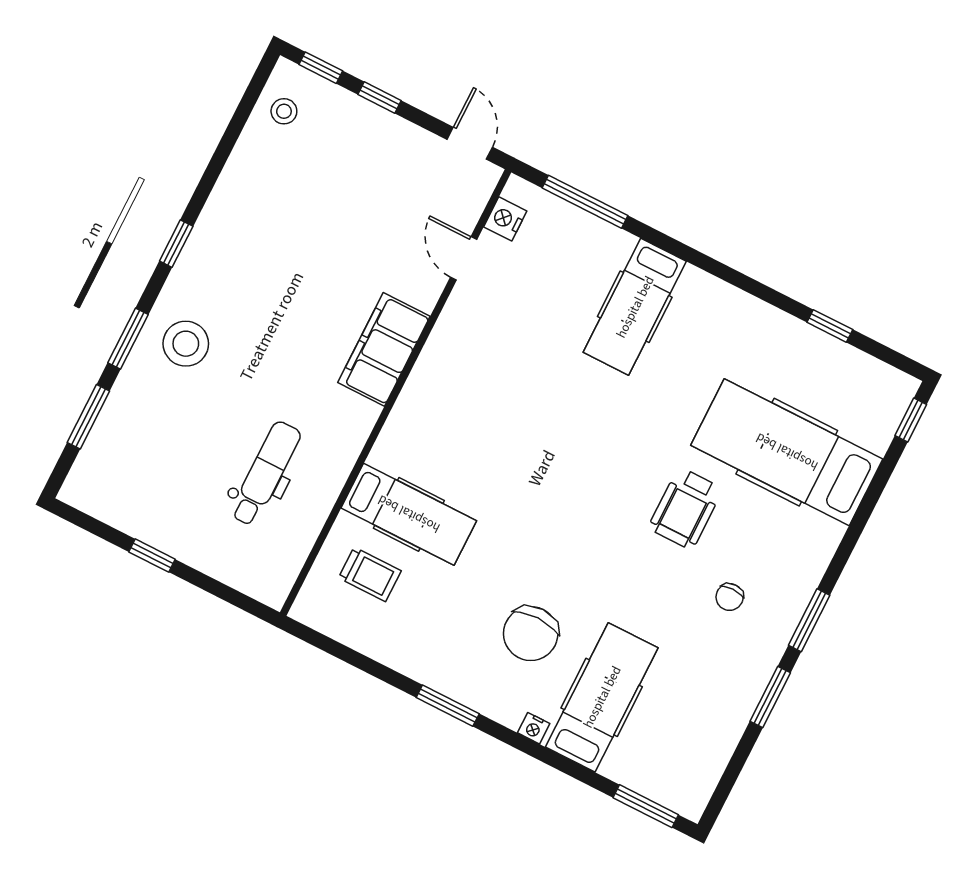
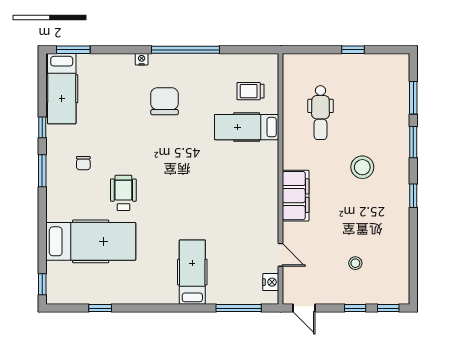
stool: (284, 111) -> (355, 263), moved
stool: (186, 344) -> (362, 167), moved
chair: (730, 597) -> (83, 163), turned 180
hospital bed: (602, 697) -> (62, 89), moved
window: (770, 697) -> (42, 127), width x0.67
window: (448, 706) -> (185, 50), width x2.11

